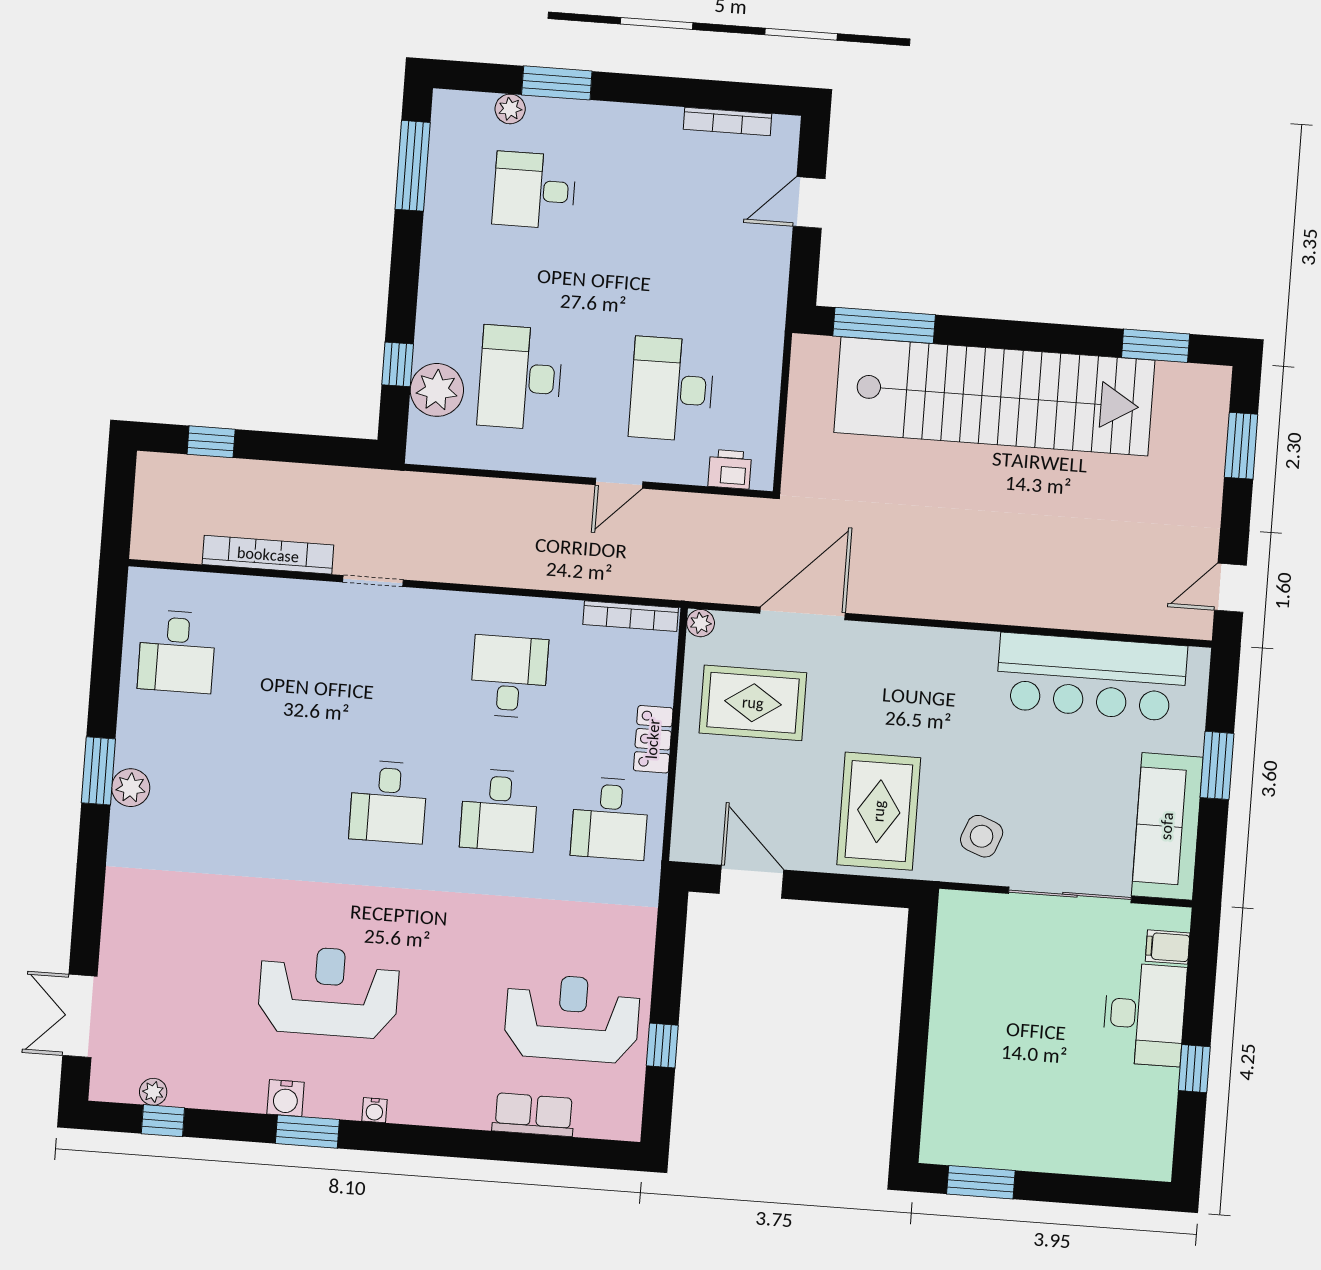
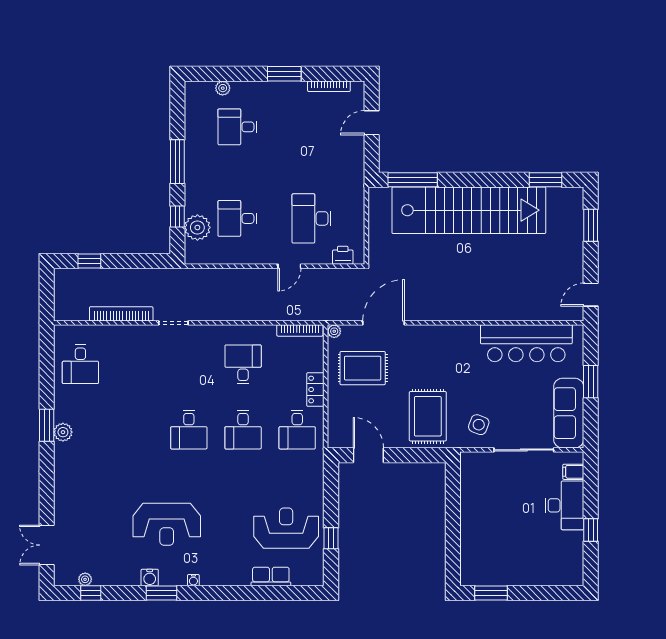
window: (557, 83) -> (284, 74), moved
window: (413, 166) -> (177, 162), moved
desk: (520, 378) -> (237, 218), width x0.73
reception desk: (329, 992) -> (167, 524), turned 180

